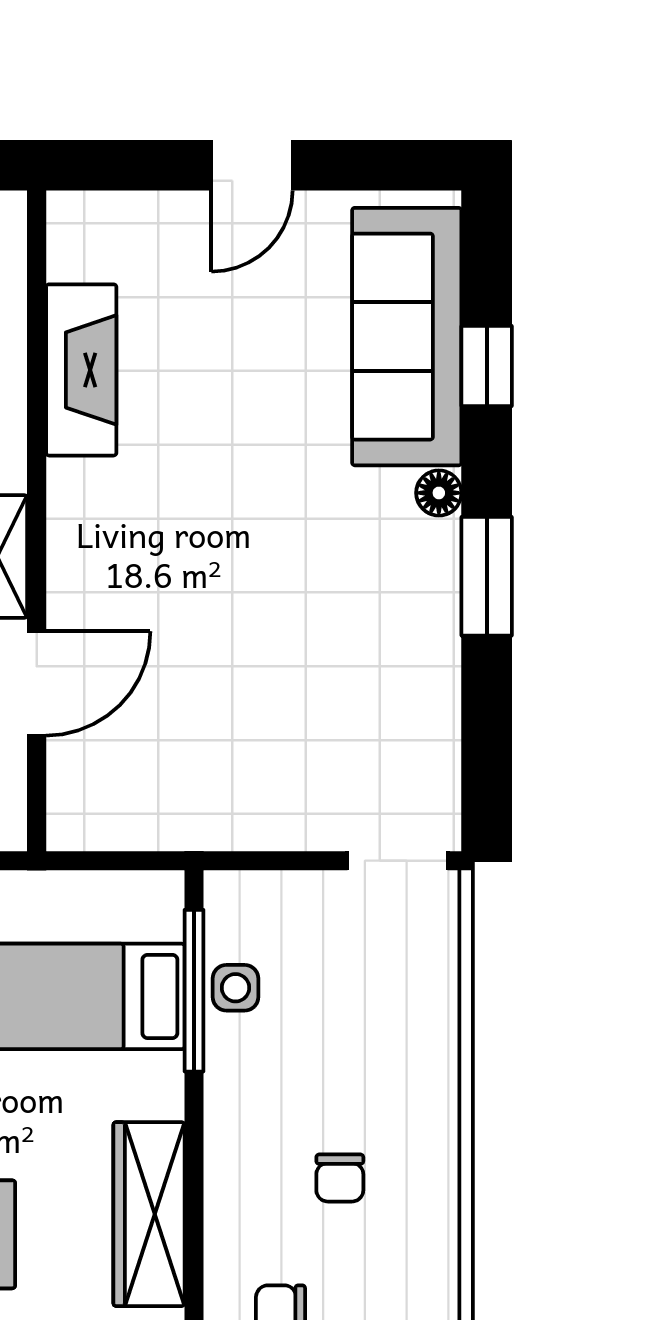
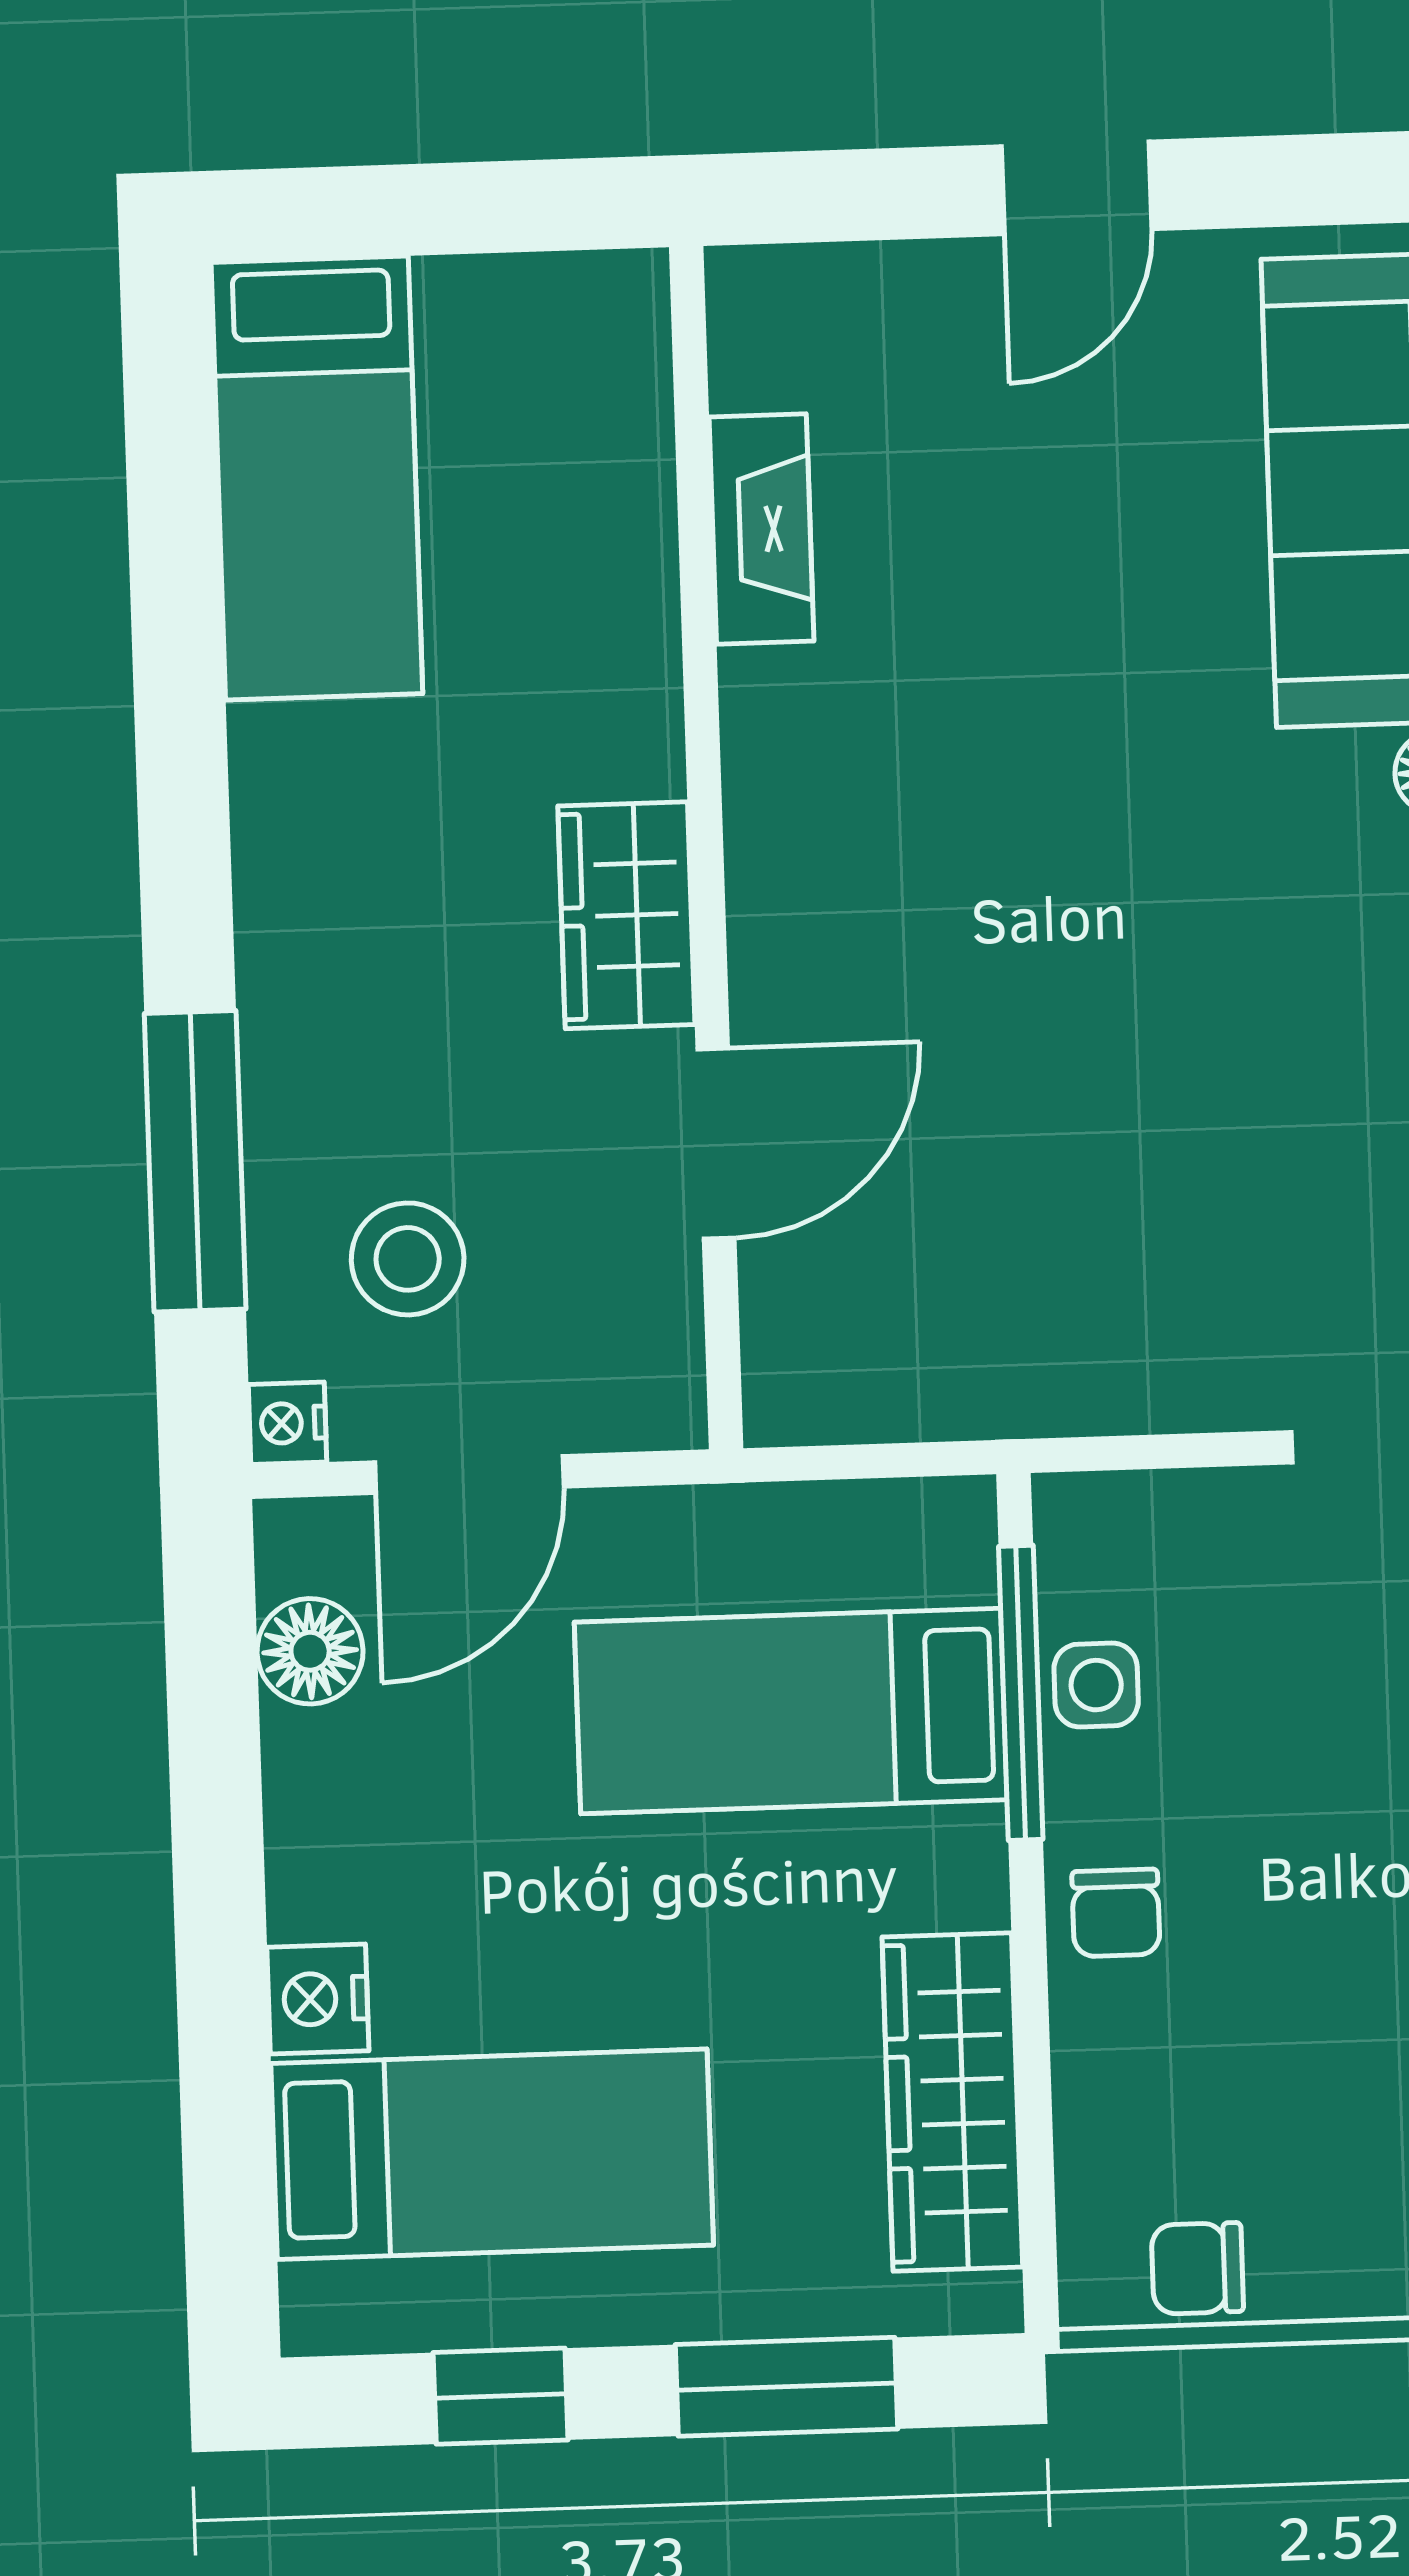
fireplace: (81, 370) -> (761, 529), width x0.73, depth x0.76
chair: (340, 1178) -> (1116, 1913), moved

